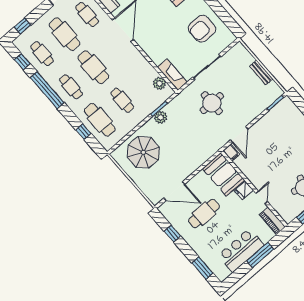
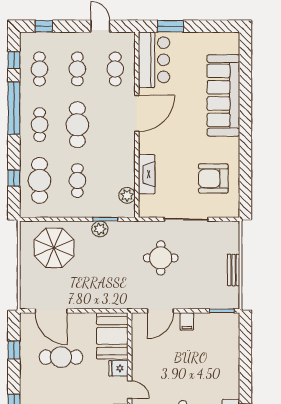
cafe table: (65, 34) -> (77, 69), width x0.73, depth x0.74
fireplace: (172, 75) -> (147, 174), moved
filing cabinet: (231, 153) -> (187, 321), moved
door: (262, 197) -> (130, 390), hinge flipped

